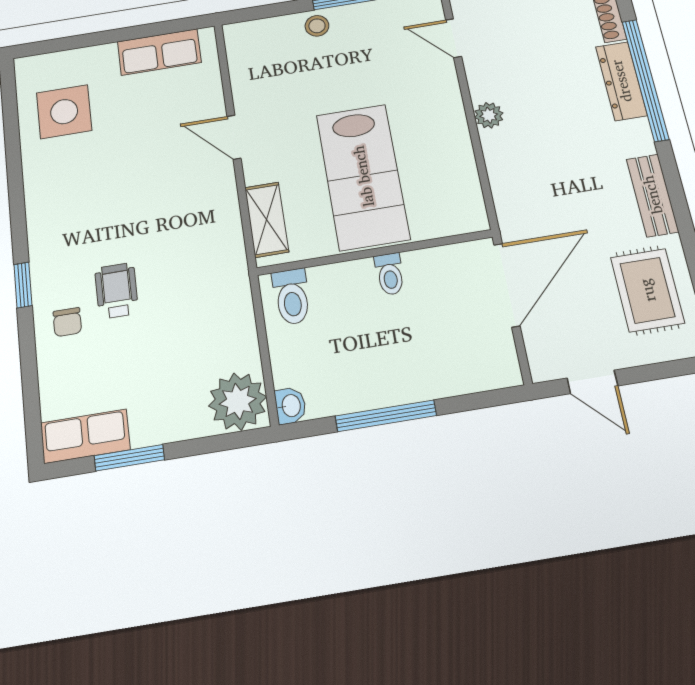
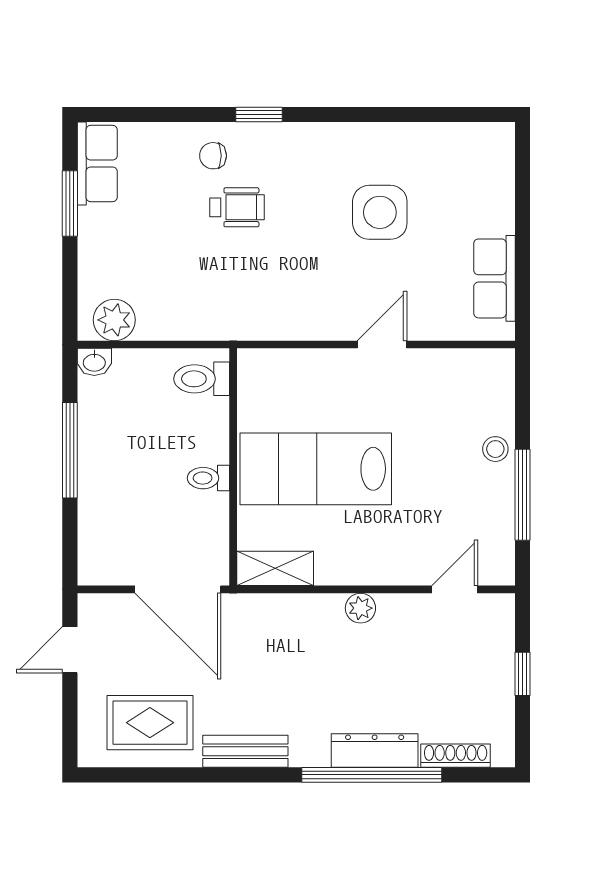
side table: (64, 112) -> (380, 212), moved
shelving: (267, 220) -> (275, 568), moved
plant: (238, 401) -> (114, 320), width x0.73, depth x0.73

